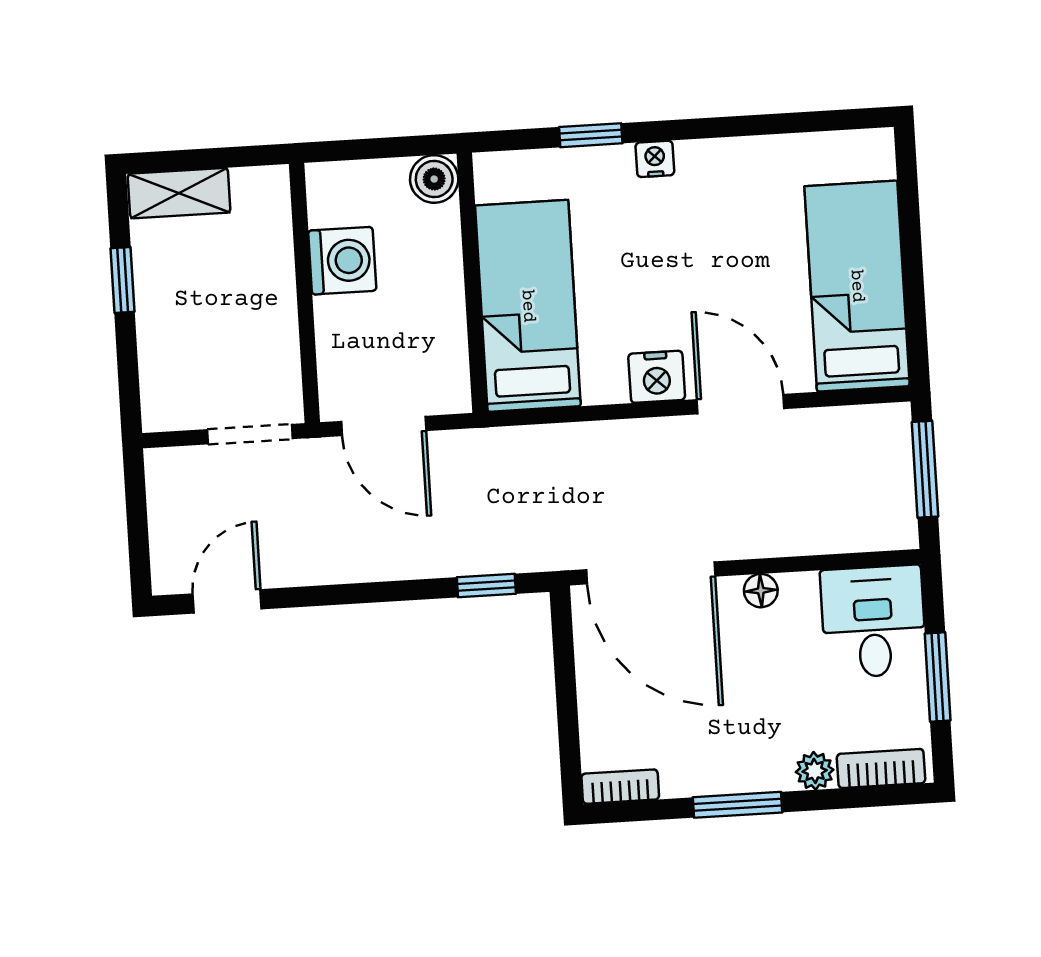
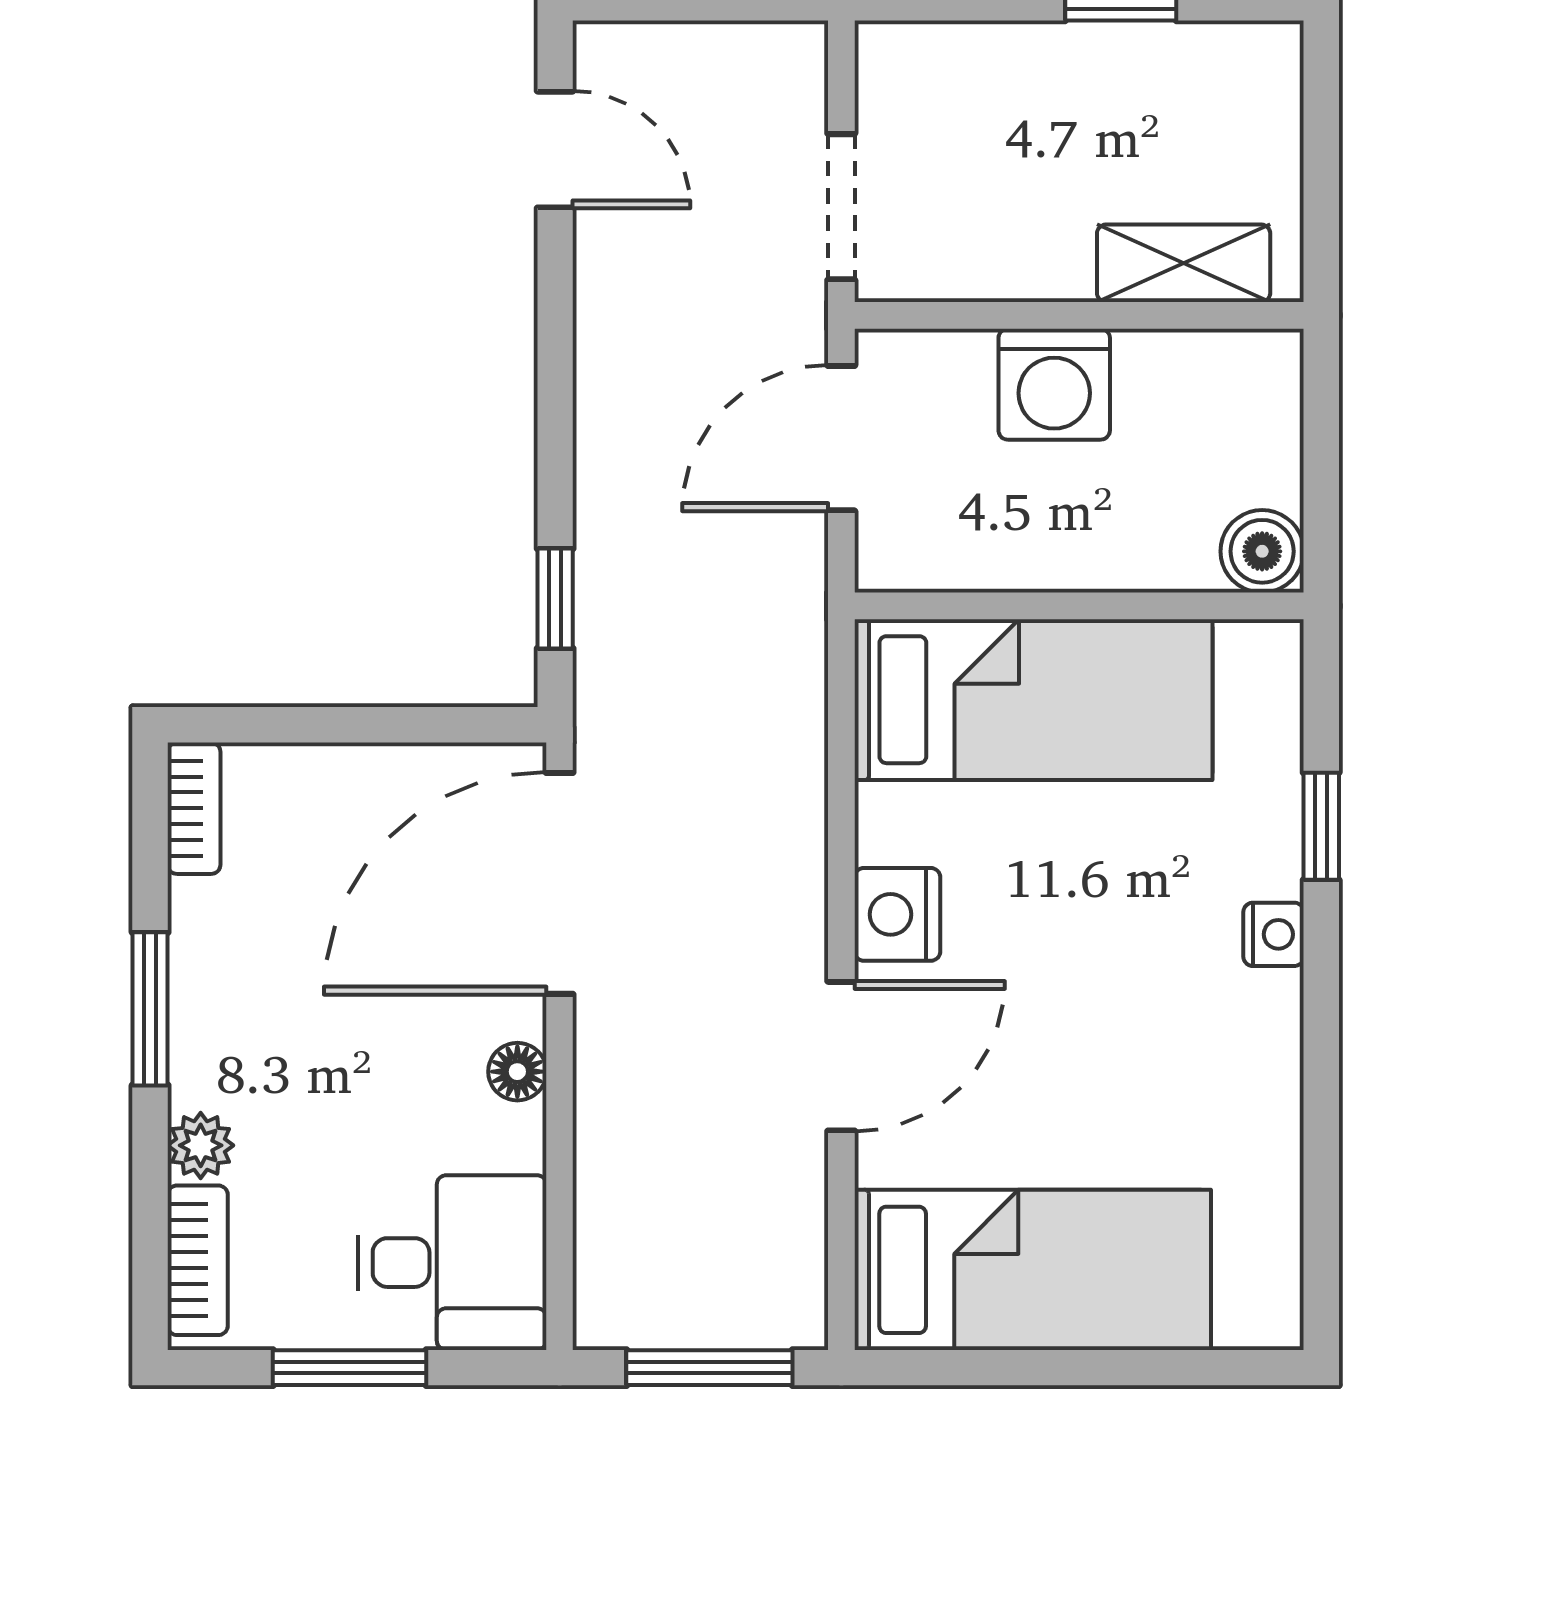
shelving: (179, 193) -> (1184, 263), moved, turned 90
washing machine: (342, 261) -> (1054, 384), moved

